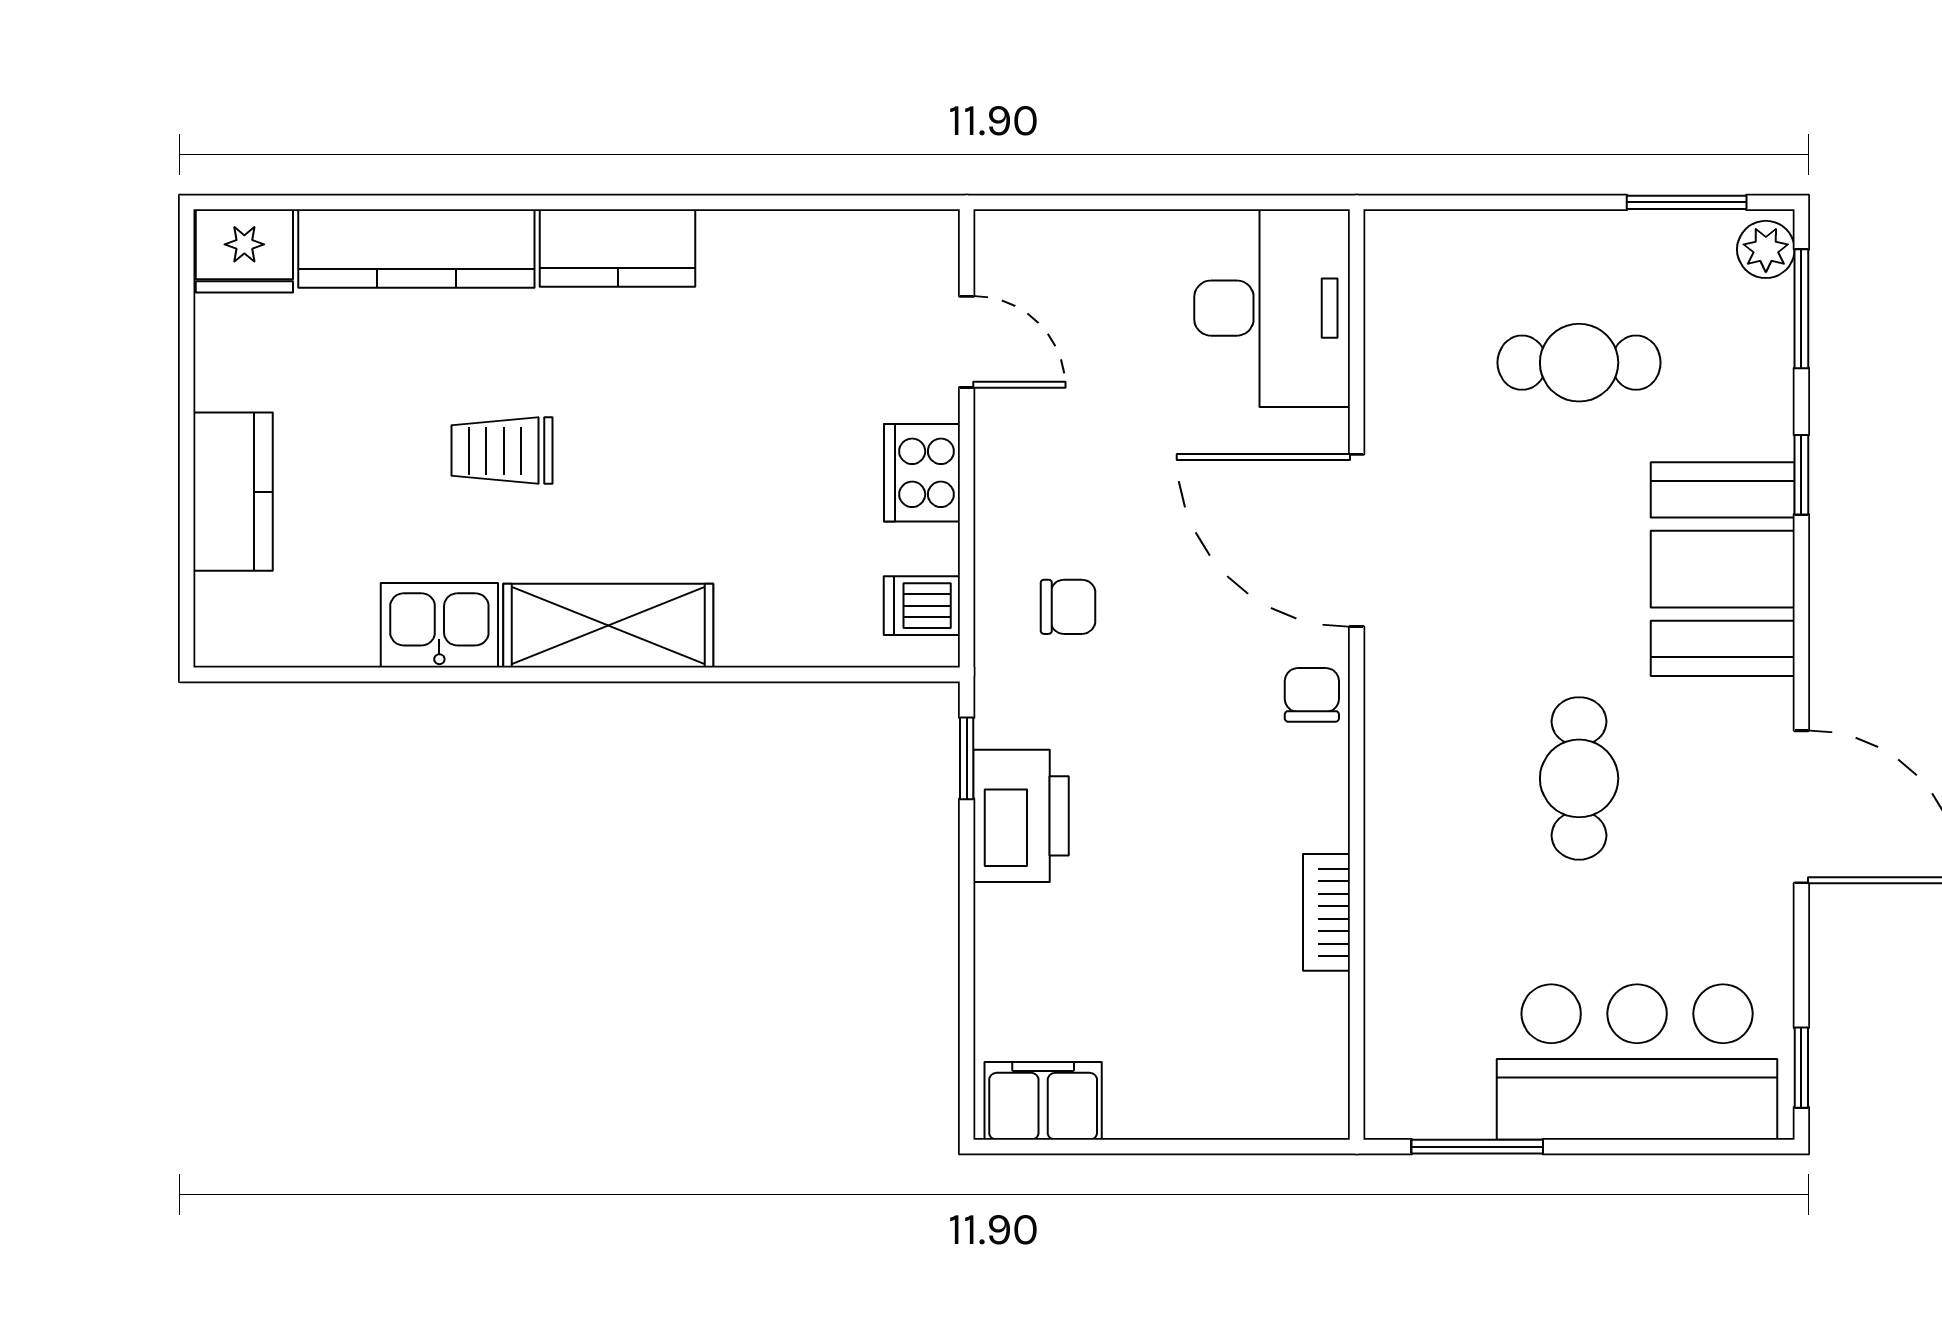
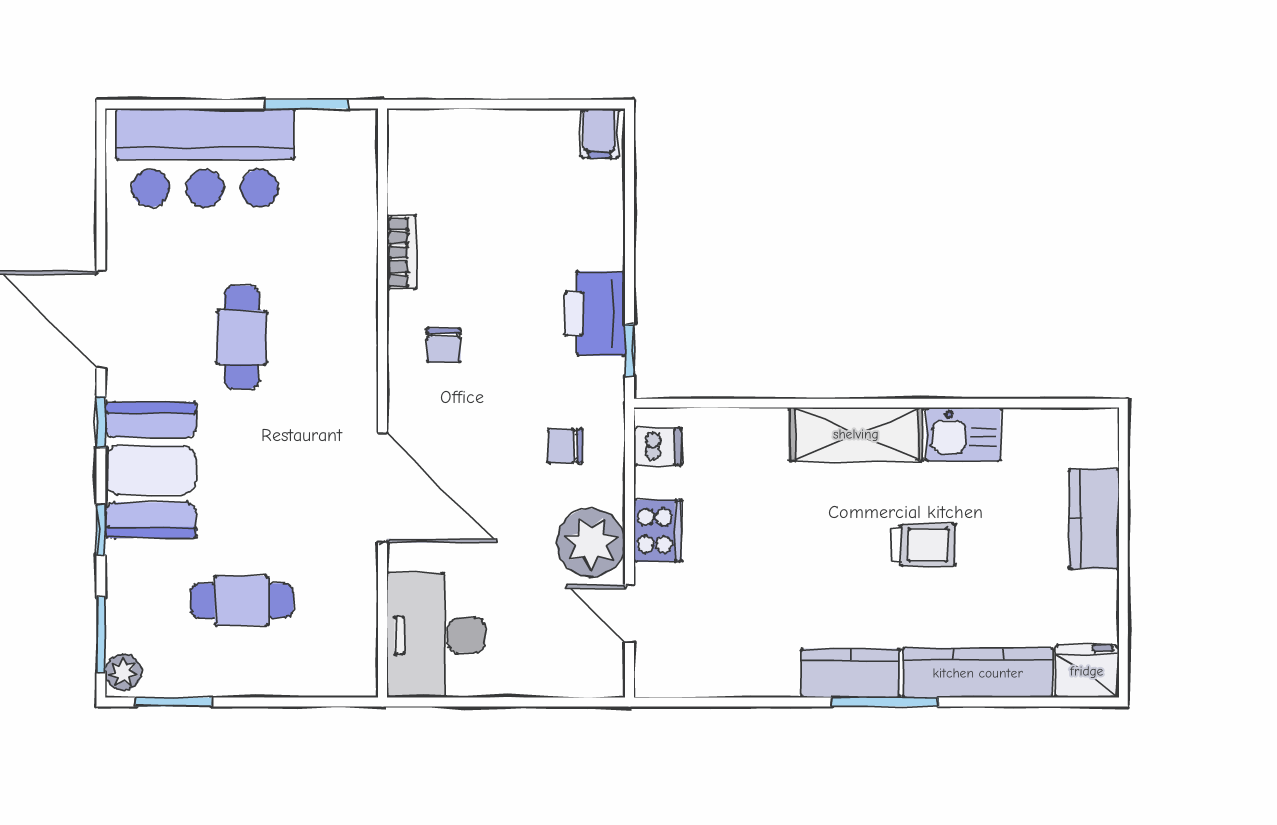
window: (563, 202) -> (885, 702), added
plant: (1027, 454) -> (591, 543), added
chair: (1312, 695) -> (444, 345), moved
window: (1801, 1068) -> (101, 422), moved
filing cabinet: (1043, 1101) -> (600, 133), width x0.50

